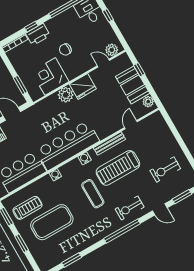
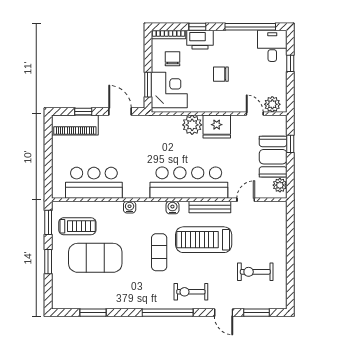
chair: (27, 58) -> (173, 59), added
corner desk: (50, 76) -> (169, 90), moved, turned 90
bar counter: (68, 146) -> (189, 183), moved

